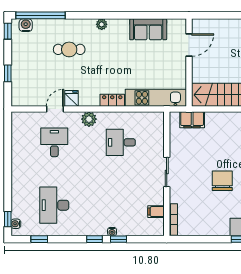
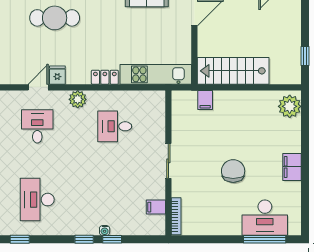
cafe table: (69, 49) -> (55, 18), width x1.37, depth x1.35
filing cabinet: (192, 120) -> (205, 100), width x0.50

